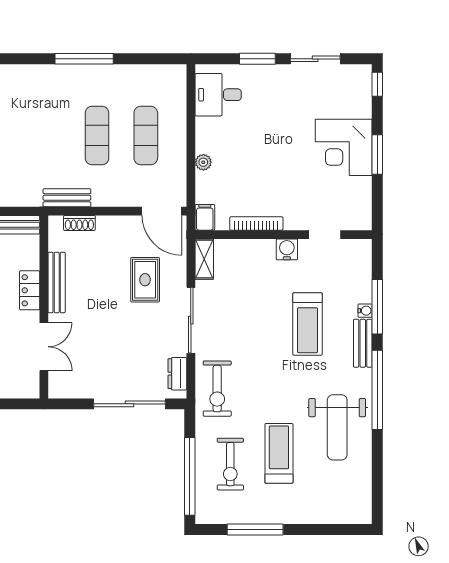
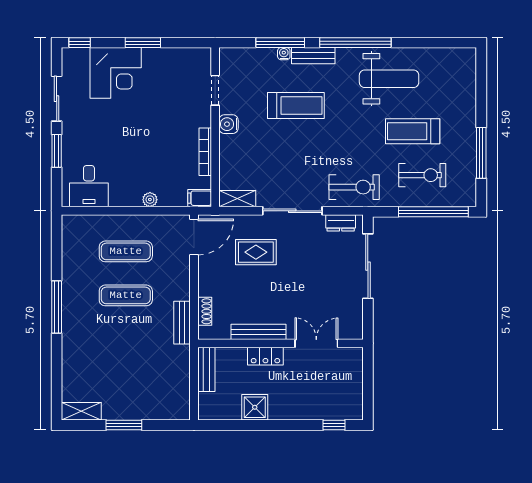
corner desk: (344, 147) -> (116, 73), moved

